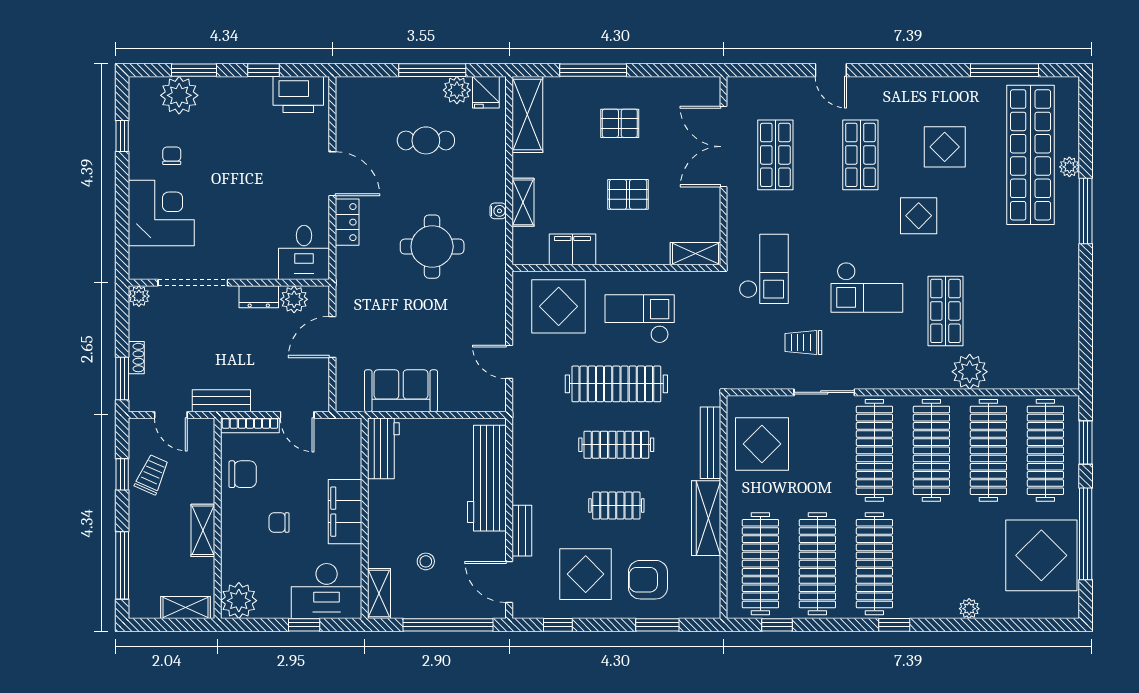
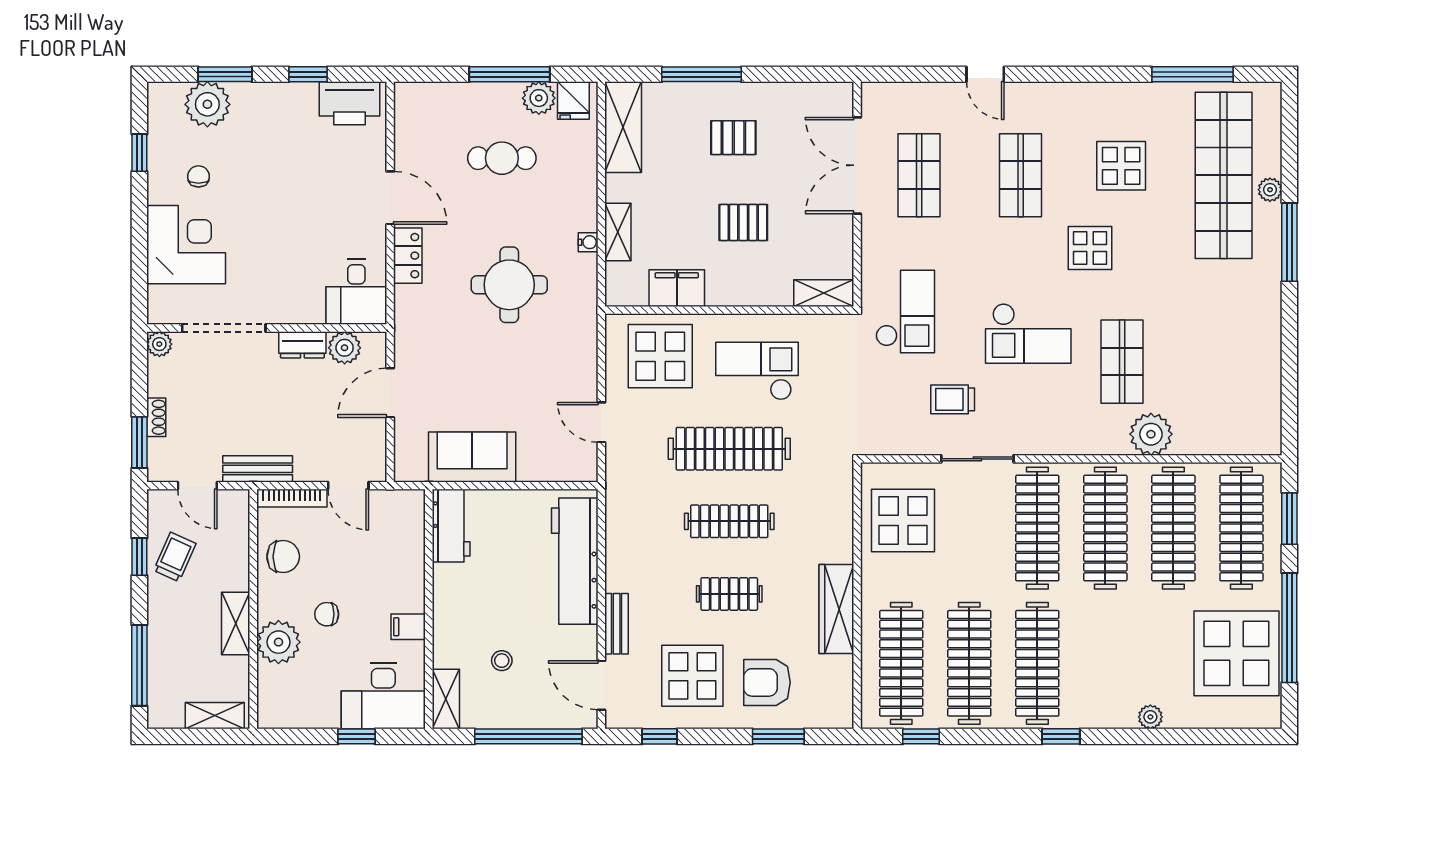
bench: (710, 443) -> (842, 519), removed
filing cabinet: (345, 512) -> (408, 627), width x0.33, depth x0.86
plant: (239, 601) -> (278, 642), moved

